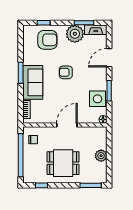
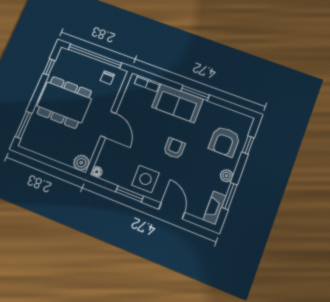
plant: (75, 34) -> (227, 176), width x0.53, depth x0.53
side table: (98, 99) -> (145, 179), moved
plant: (101, 156) -> (81, 163), moved
dining table: (63, 163) -> (64, 102), width x1.37

